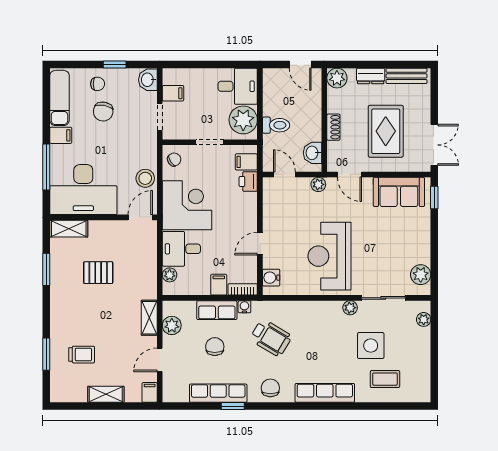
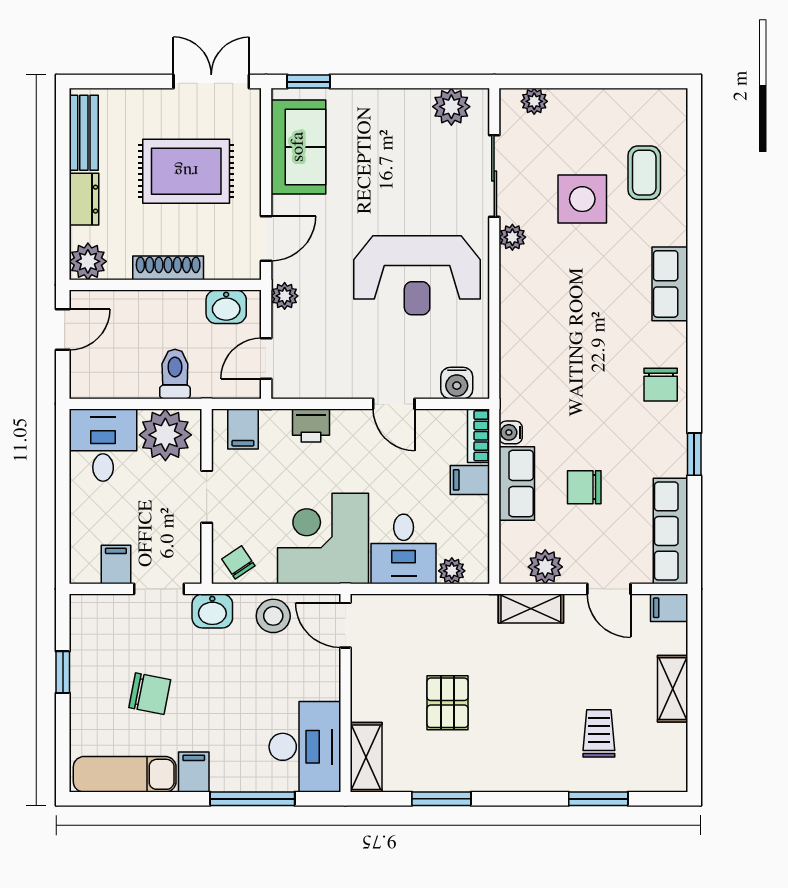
washbasin: (148, 80) -> (212, 611), moved
chair: (98, 84) -> (99, 704), removed
shoe rack: (333, 127) -> (168, 268), width x1.43
printer: (248, 181) -> (311, 425), moved
desk: (83, 190) -> (305, 747), width x0.73, depth x0.77
wheelchair: (271, 338) -> (568, 384), removed
chair: (270, 388) -> (661, 385), turned -90
row of seats: (218, 393) -> (670, 531), moved
row of seats: (325, 393) -> (670, 284), width x0.68

